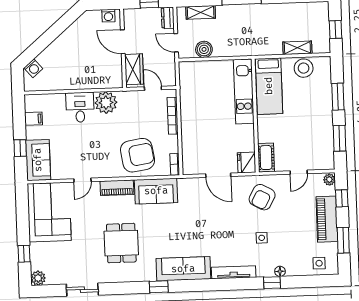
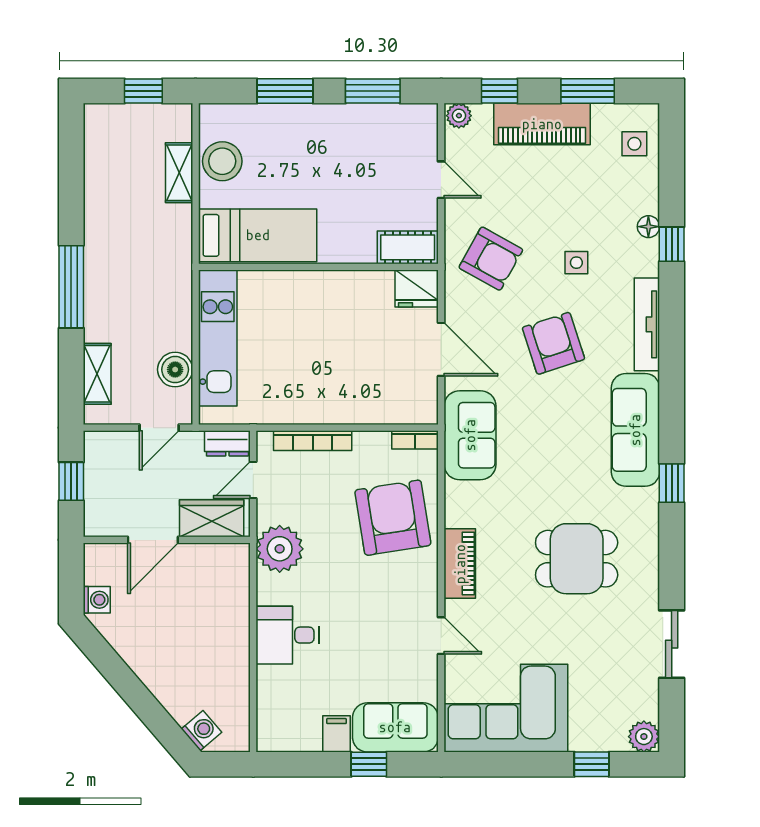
washing machine: (108, 16) -> (97, 600), moved
dresser: (168, 18) -> (227, 443), moved
kitchen unit: (244, 91) -> (218, 338), moved, turned -90
plant: (106, 103) -> (280, 549), moved
filing cabinet: (34, 119) -> (337, 734), moved
door: (218, 175) -> (441, 349), hinge flipped
sofa: (156, 191) -> (470, 435), moved
armchair: (223, 228) -> (553, 343), added

